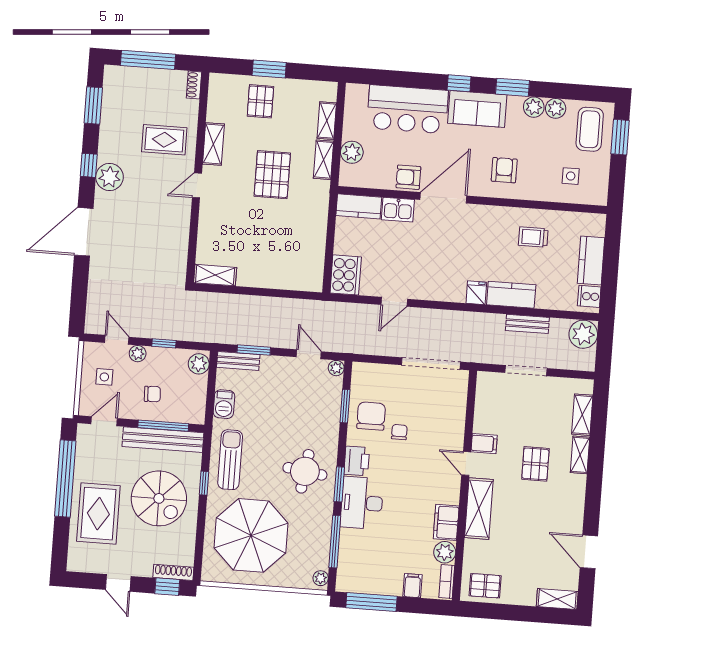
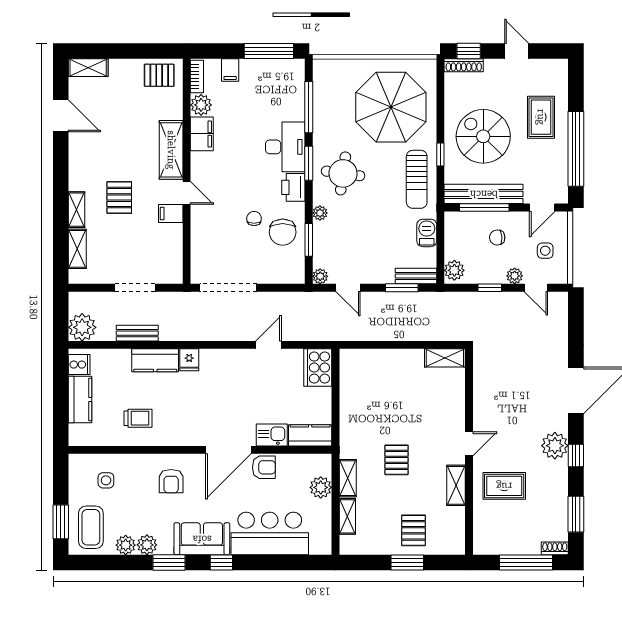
shoe rack: (194, 85) -> (555, 548), moved, turned -90
pallet: (272, 175) -> (397, 460), width x0.67, depth x0.71
chair: (399, 432) -> (254, 219), turned 180
rug: (98, 514) -> (541, 117), width x0.73, depth x0.70
plant: (321, 578) -> (320, 213), moved

